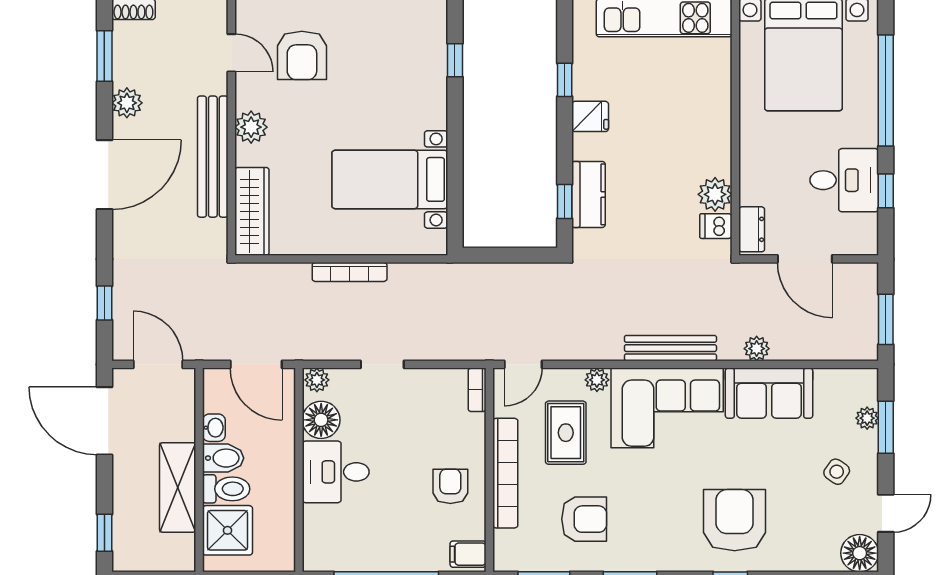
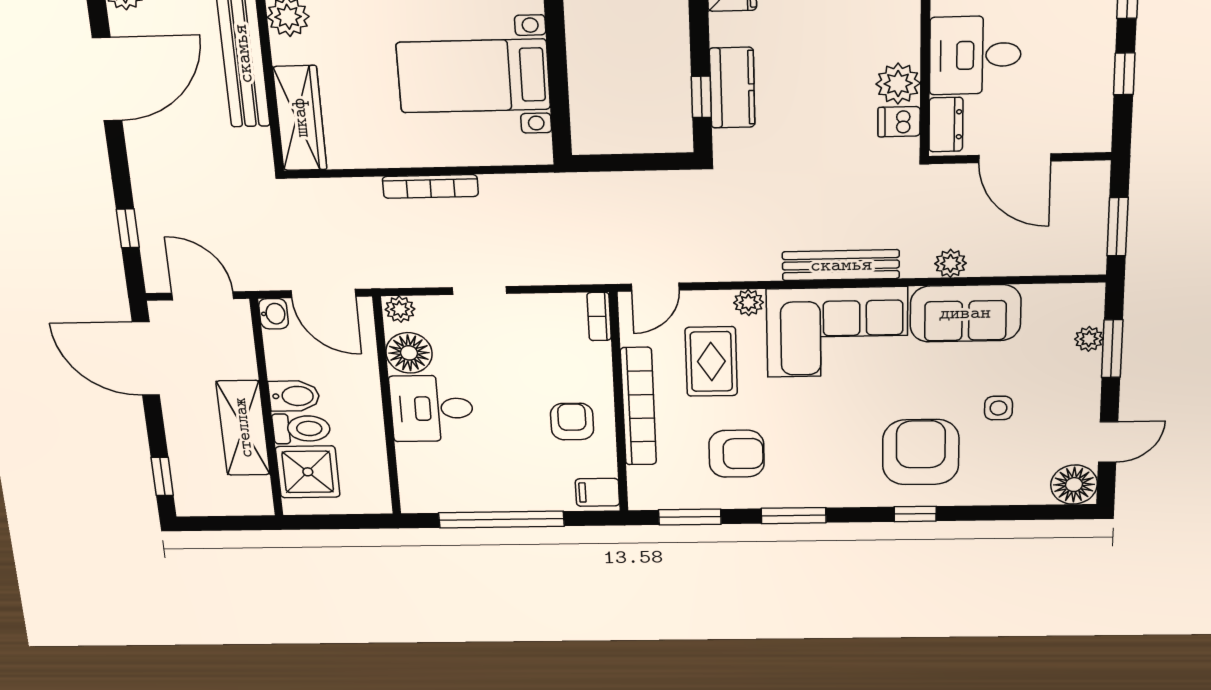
desk: (844, 180) -> (975, 55), moved, turned 180
washbasin: (214, 428) -> (274, 314), moved
side table: (837, 472) -> (998, 408), moved, turned -35

